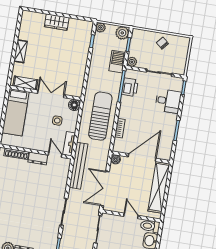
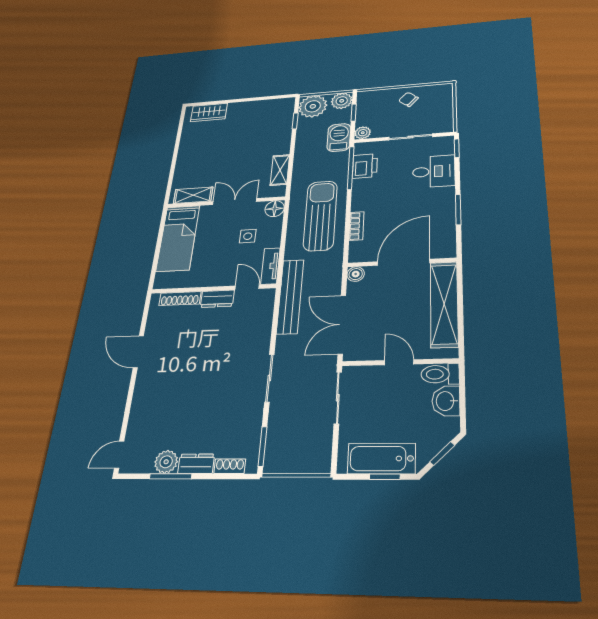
wardrobe: (57, 22) -> (209, 112), moved
plant: (101, 28) -> (313, 106), width x1.87, depth x1.87
shelving: (20, 51) -> (280, 170), moved

